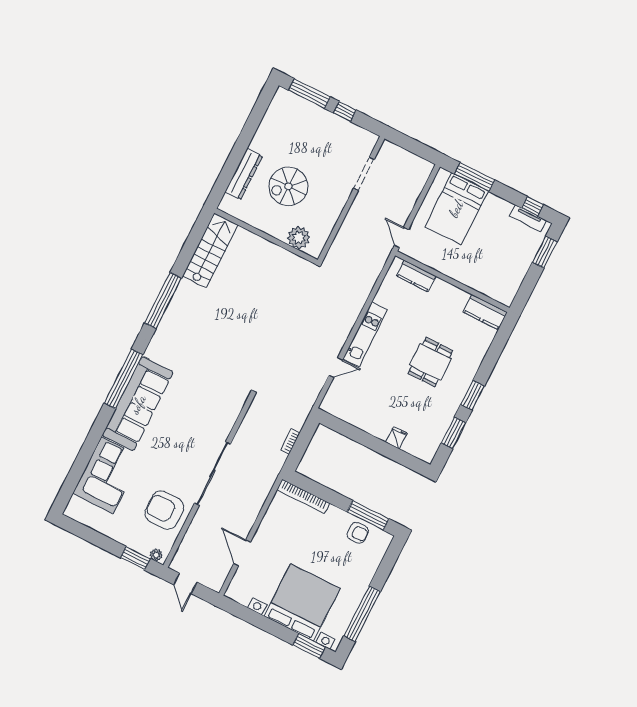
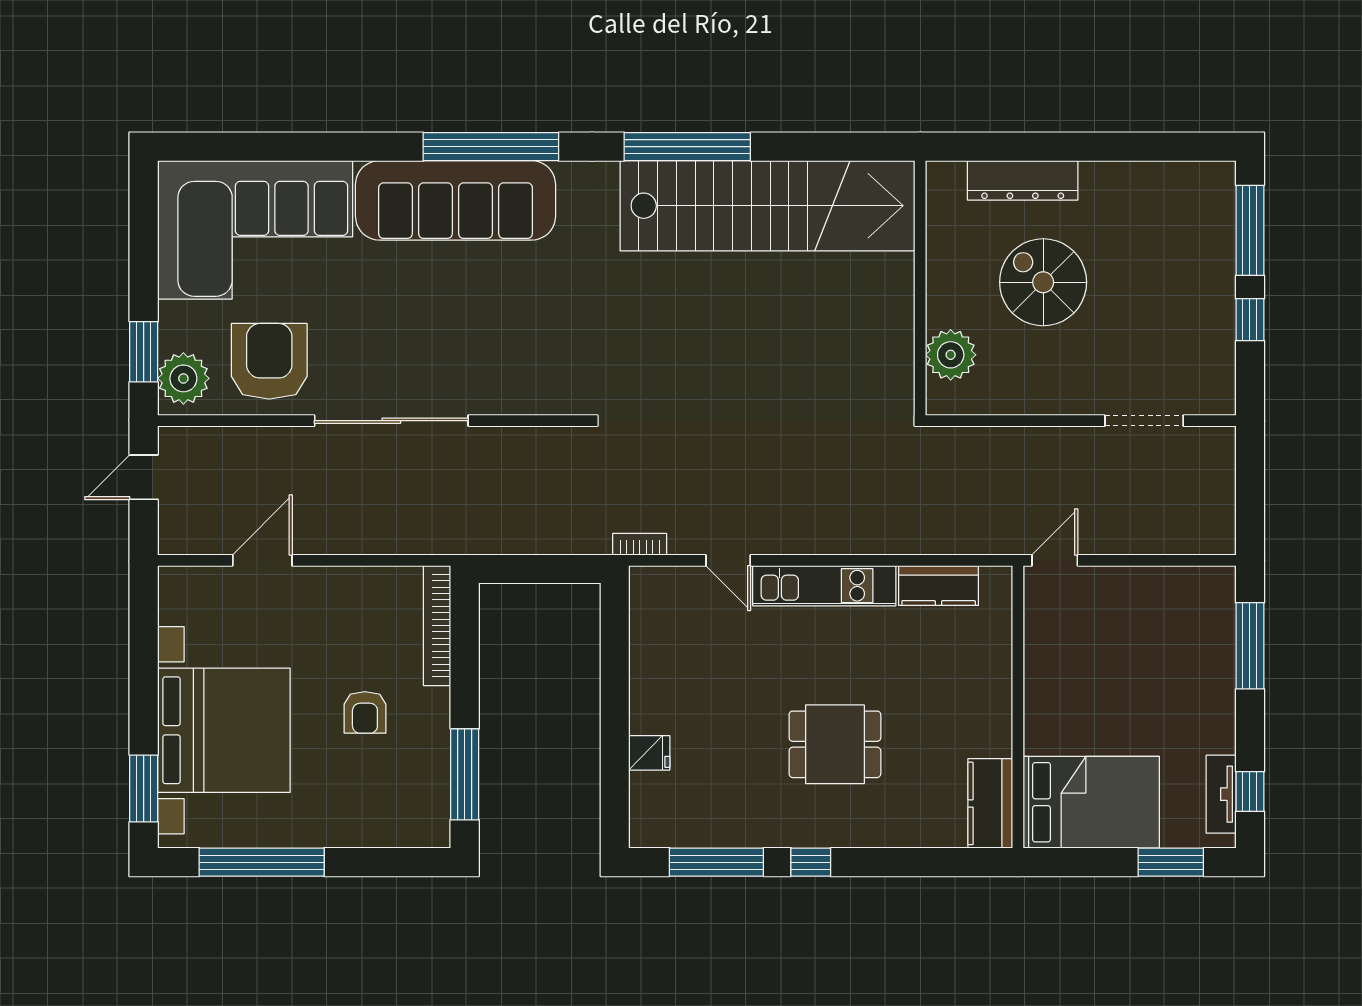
bed: (456, 209) -> (1091, 802), moved, turned 180
stairs: (210, 250) -> (768, 206), width x1.86, depth x1.51
kitchen counter: (416, 276) -> (939, 585), moved, turned -90
window: (473, 395) -> (811, 862), width x0.67
window: (454, 433) -> (716, 862), width x1.44
bookcase: (290, 442) -> (640, 544), moved
corner sofa: (107, 475) -> (256, 230), width x1.36, depth x1.36
armchair: (358, 533) -> (365, 712), moved
plant: (156, 555) -> (183, 378), width x1.88, depth x1.88

